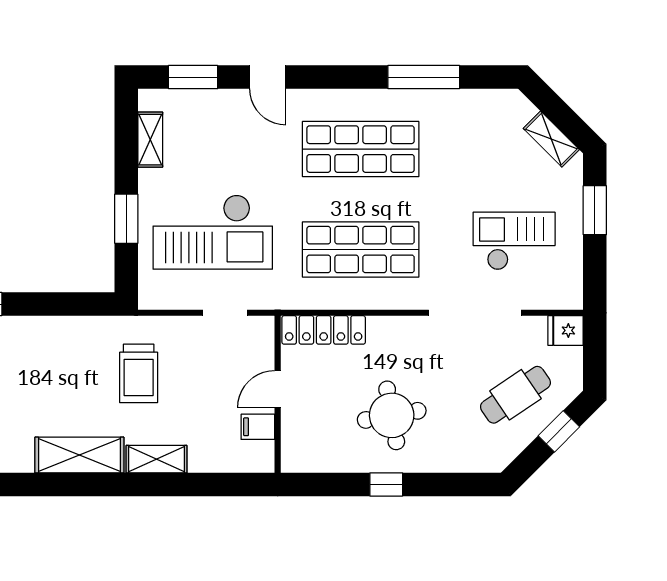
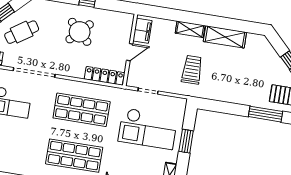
checkout: (213, 232) -> (148, 129), turned 180
round table: (392, 415) -> (80, 32), turned -36
filing cabinet: (258, 427) -> (142, 31), width x2.00

